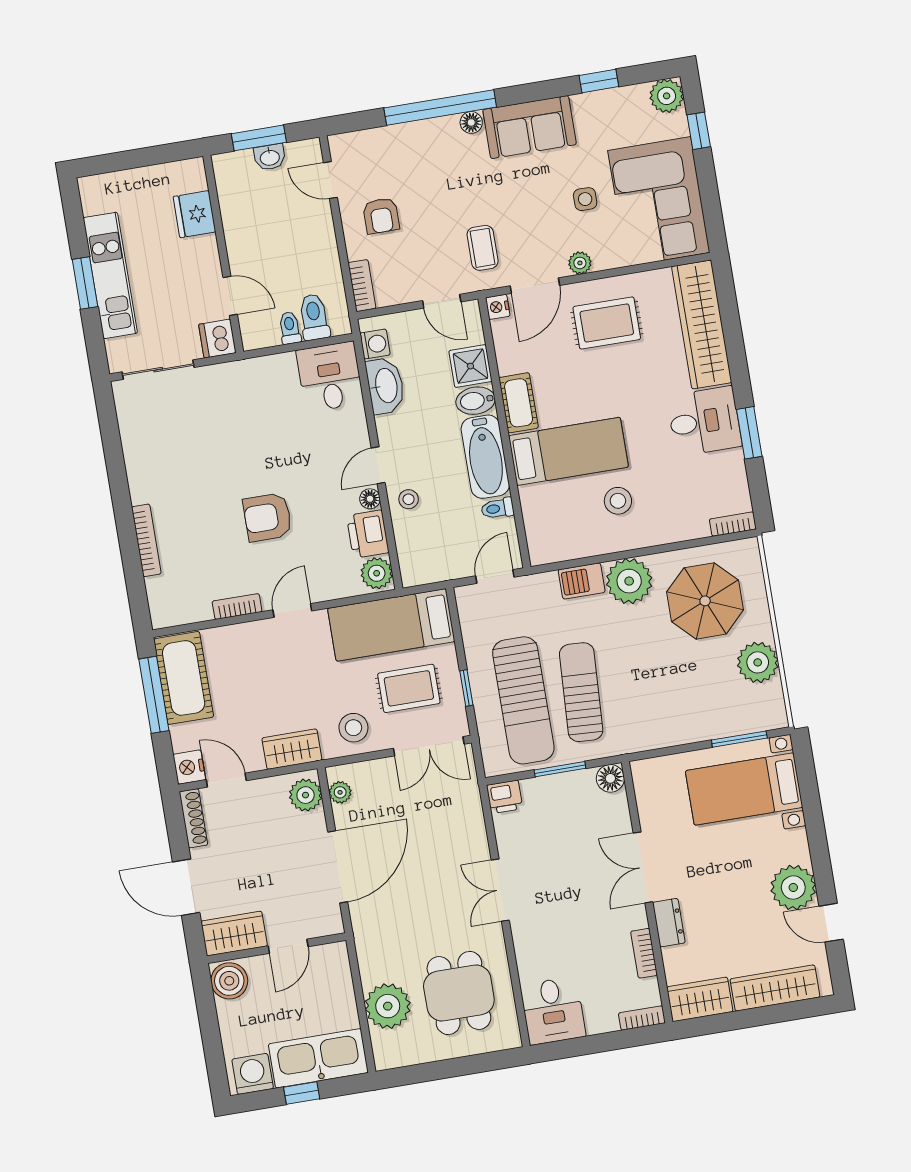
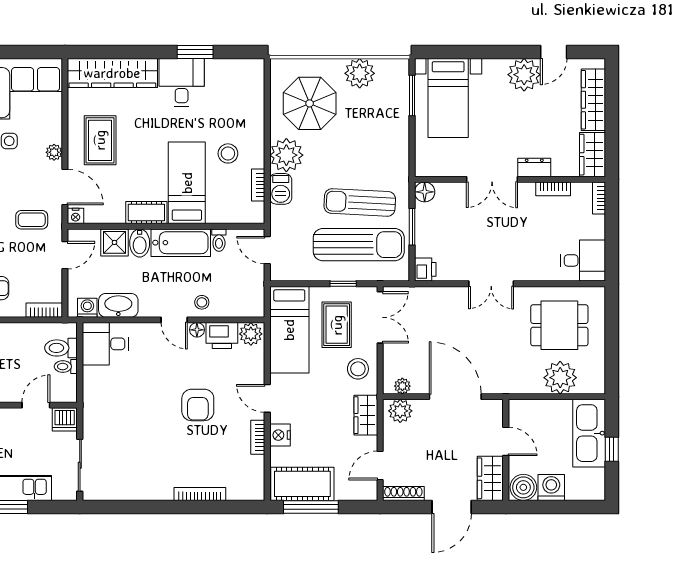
bookcase: (733, 524) -> (258, 185), moved
nightstand: (189, 767) -> (280, 435), moved, turned 90
washing machine: (253, 1074) -> (551, 487), moved, turned 90

